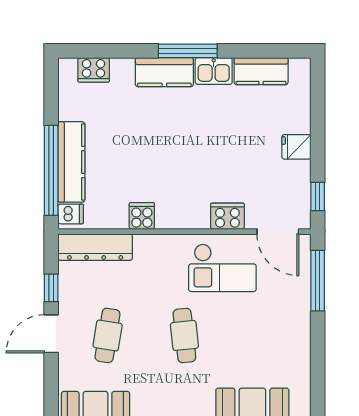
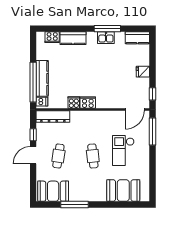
window: (188, 51) -> (107, 29), moved
kitchen counter: (261, 71) -> (137, 38), moved
kitchen counter: (164, 72) -> (73, 38), moved
cooker: (227, 216) -> (88, 103), moved
door: (278, 232) -> (135, 110), hinge flipped
checkout: (222, 268) -> (123, 150), moved, turned 90

